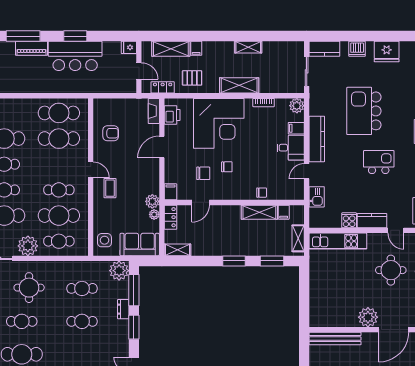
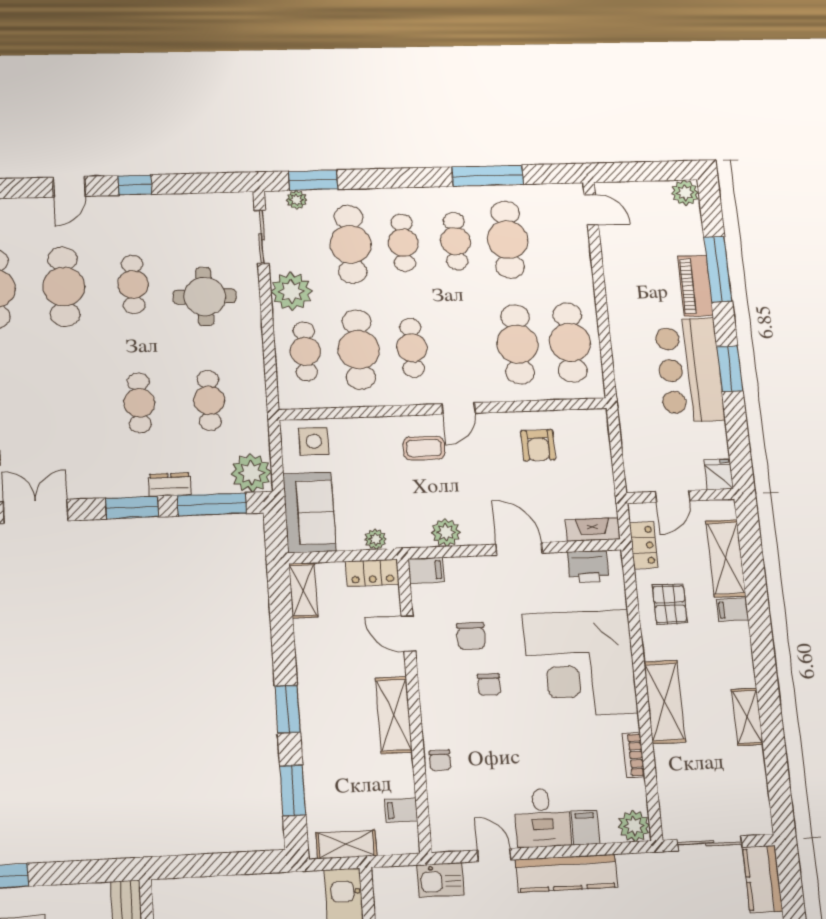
plant: (152, 201) -> (446, 532), moved
shelving: (259, 212) -> (394, 715), moved

